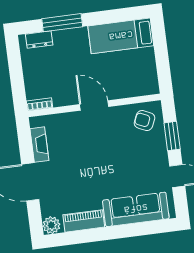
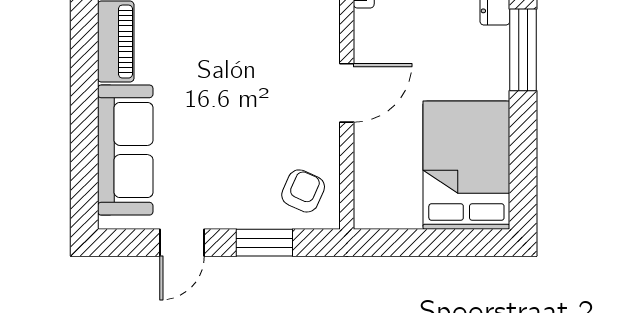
bed: (121, 36) -> (466, 165), width x1.50

